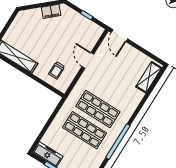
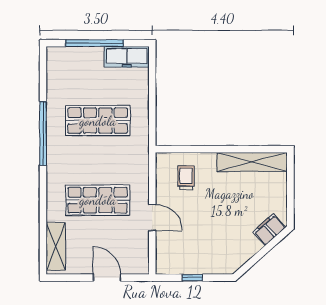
filing cabinet: (51, 11) -> (269, 230), moved
door: (119, 36) -> (107, 278), moved
shop shelf: (98, 109) -> (98, 200), moved

